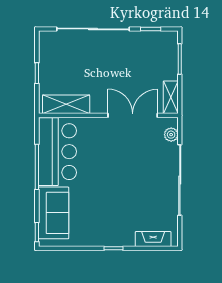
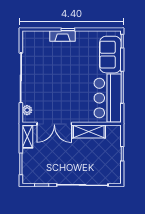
shelving: (66, 104) -> (89, 132), moved
fireplace: (153, 239) -> (63, 36), moved

